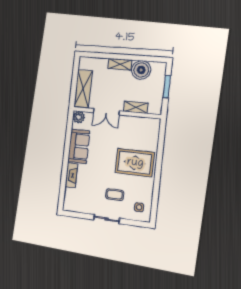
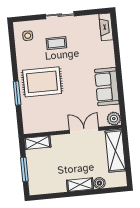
boiler: (141, 70) -> (99, 183), moved, width x0.54, depth x0.54
shelving: (136, 107) -> (37, 143), moved
window: (159, 157) -> (17, 93), added
fireplace: (71, 175) -> (106, 27), moved

